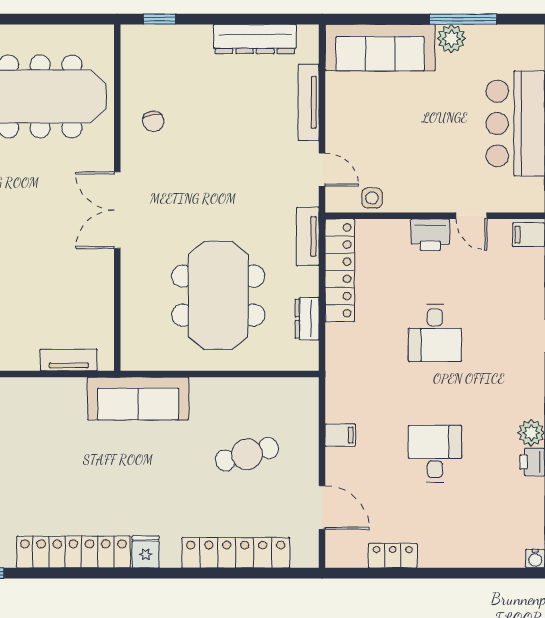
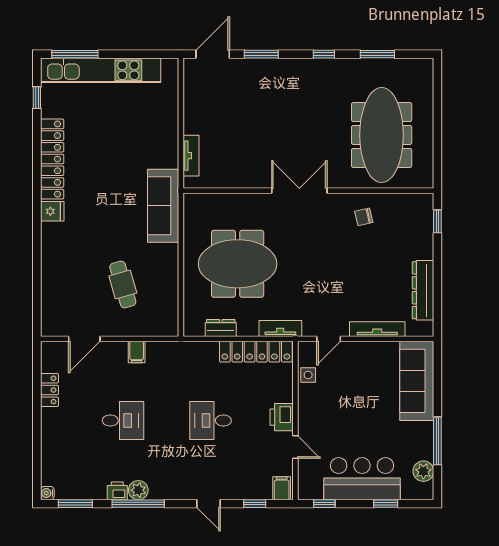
plant: (451, 39) -> (423, 471), moved
door: (472, 216) -> (295, 447), swing flipped
locker: (236, 553) -> (52, 276), removed

